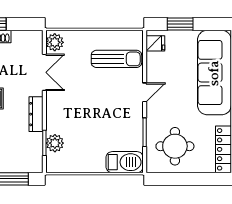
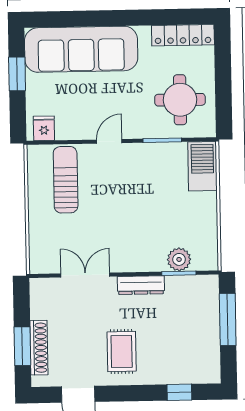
window: (180, 24) -> (17, 74), moved
plant: (55, 42) -> (45, 262), removed
door: (145, 92) -> (109, 141), hinge flipped

